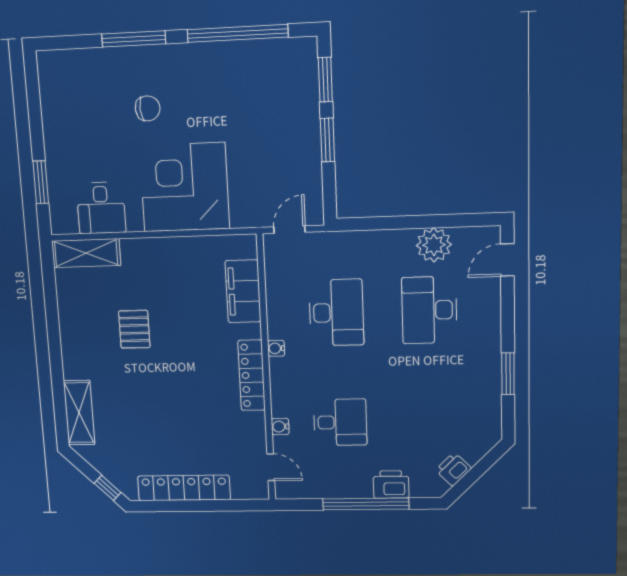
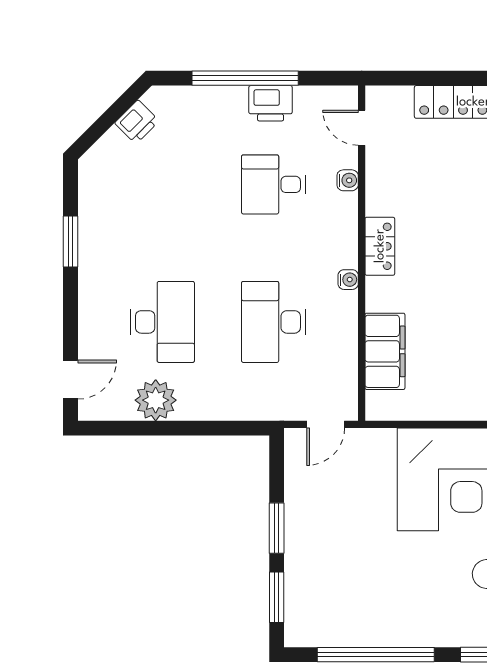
locker: (252, 375) -> (380, 246), width x0.66
printer: (391, 484) -> (271, 103), moved

